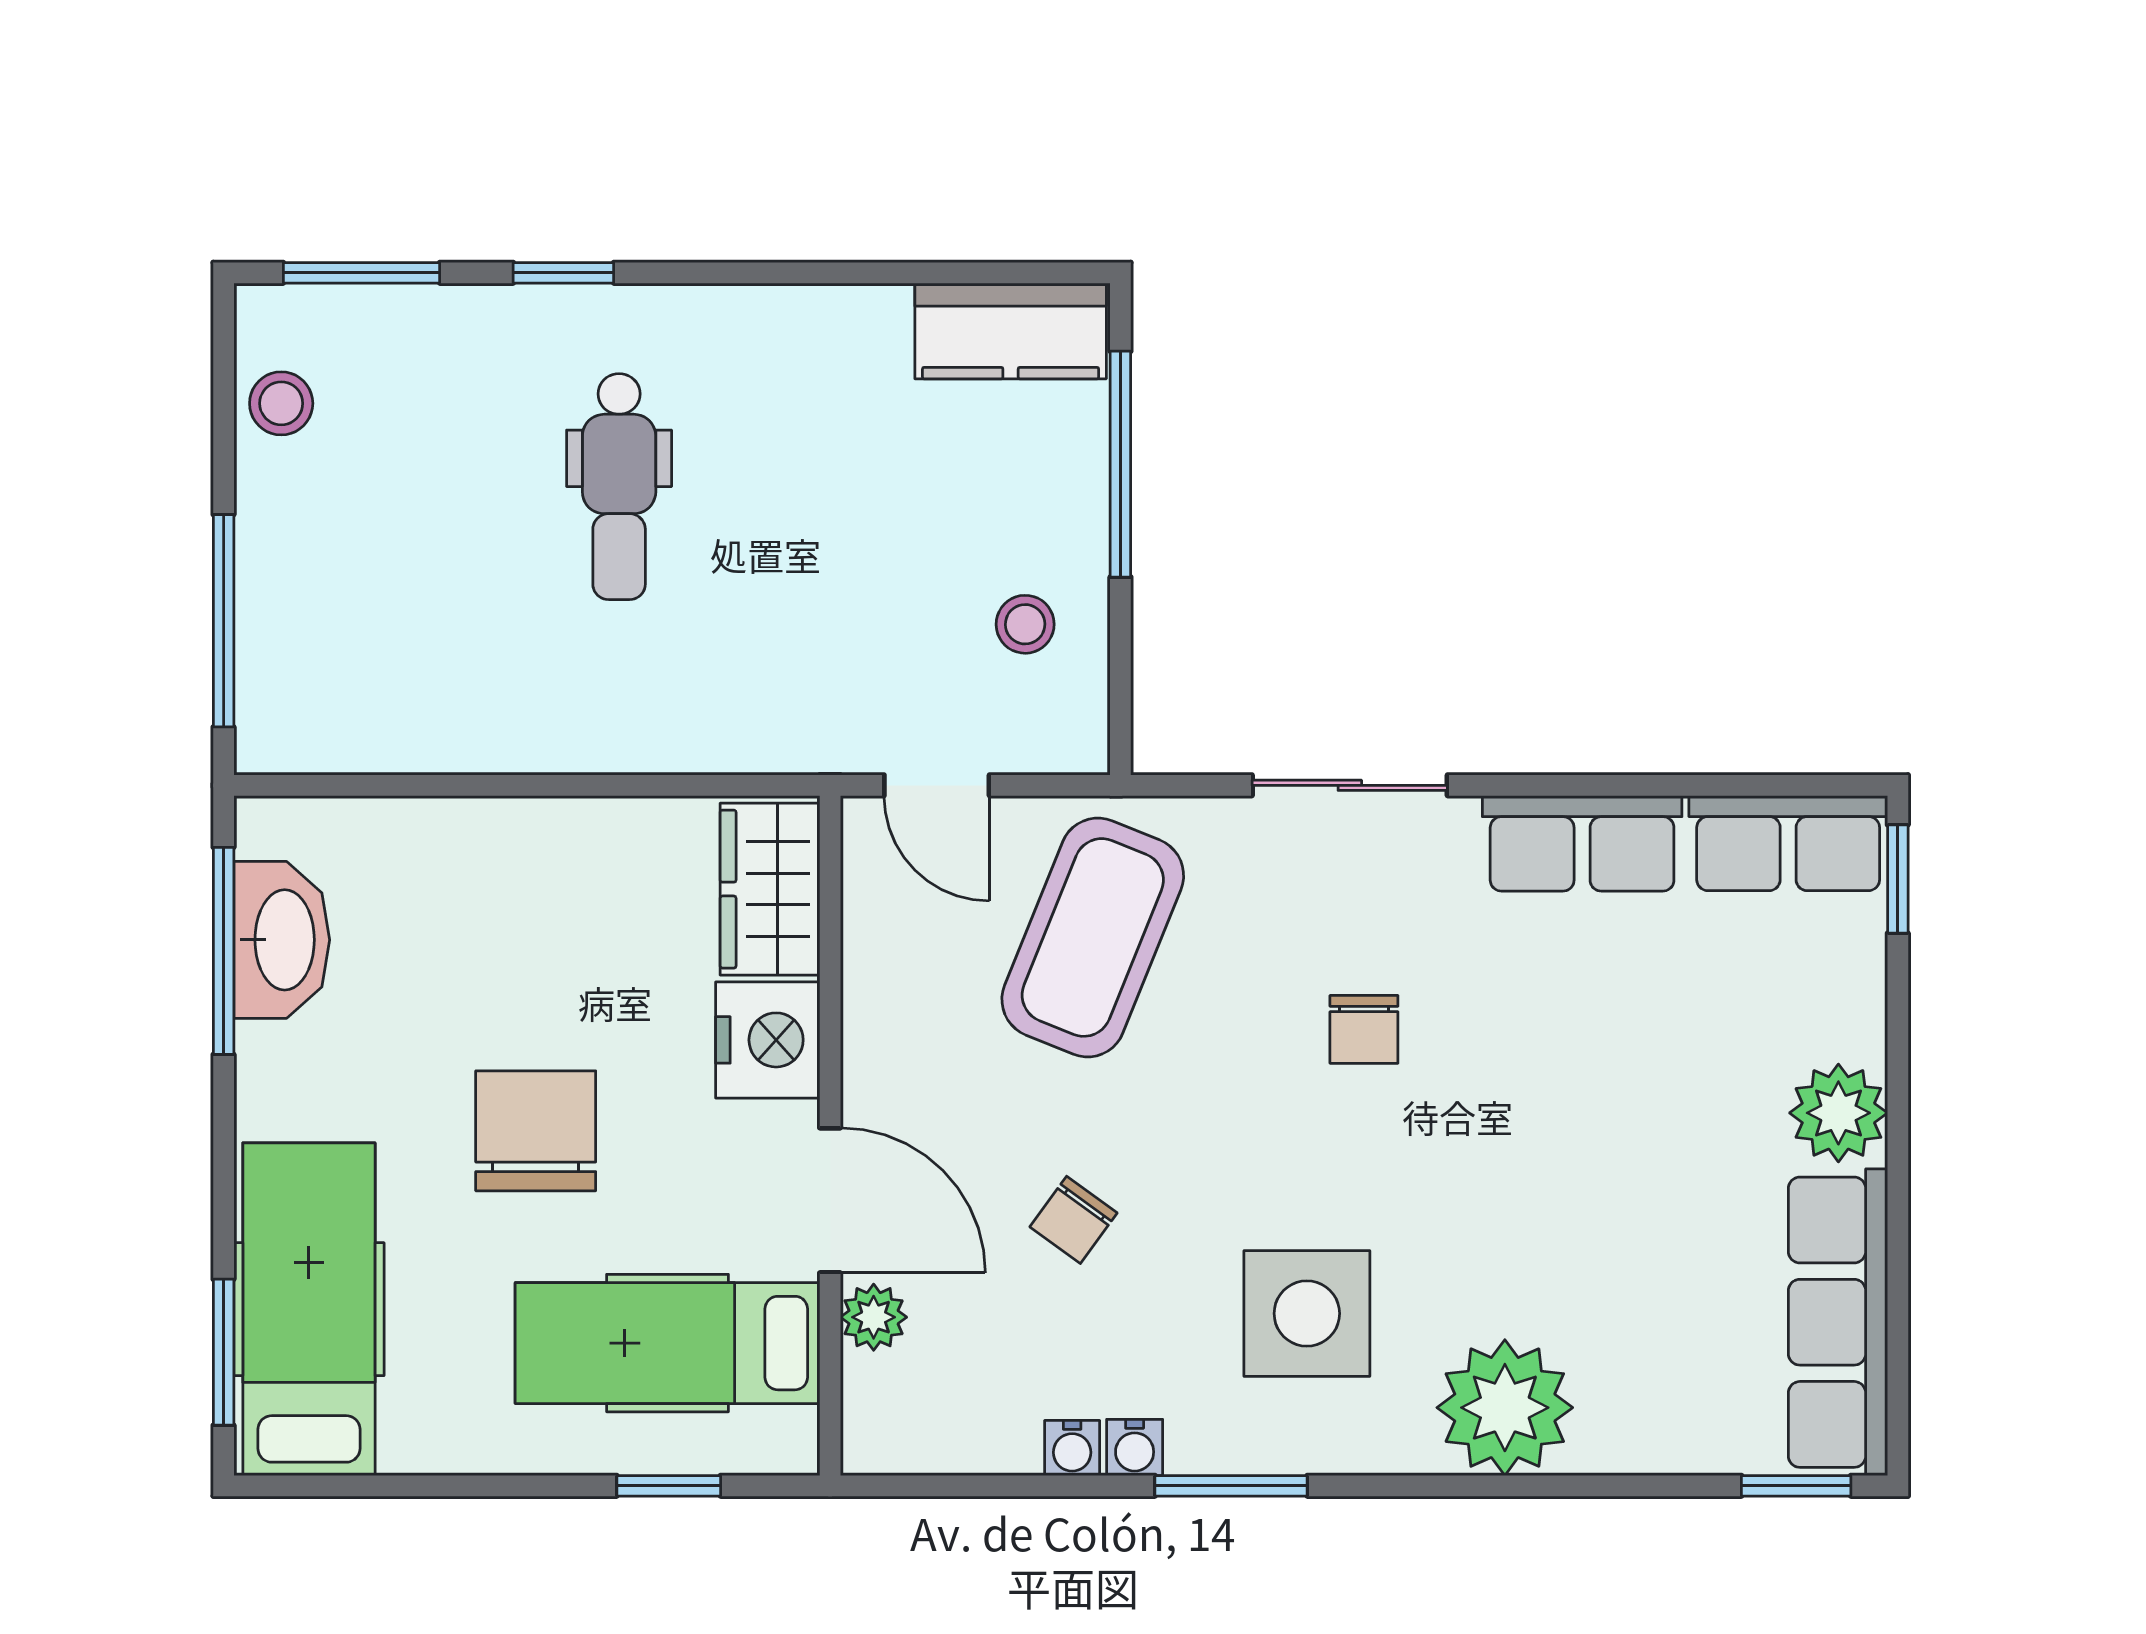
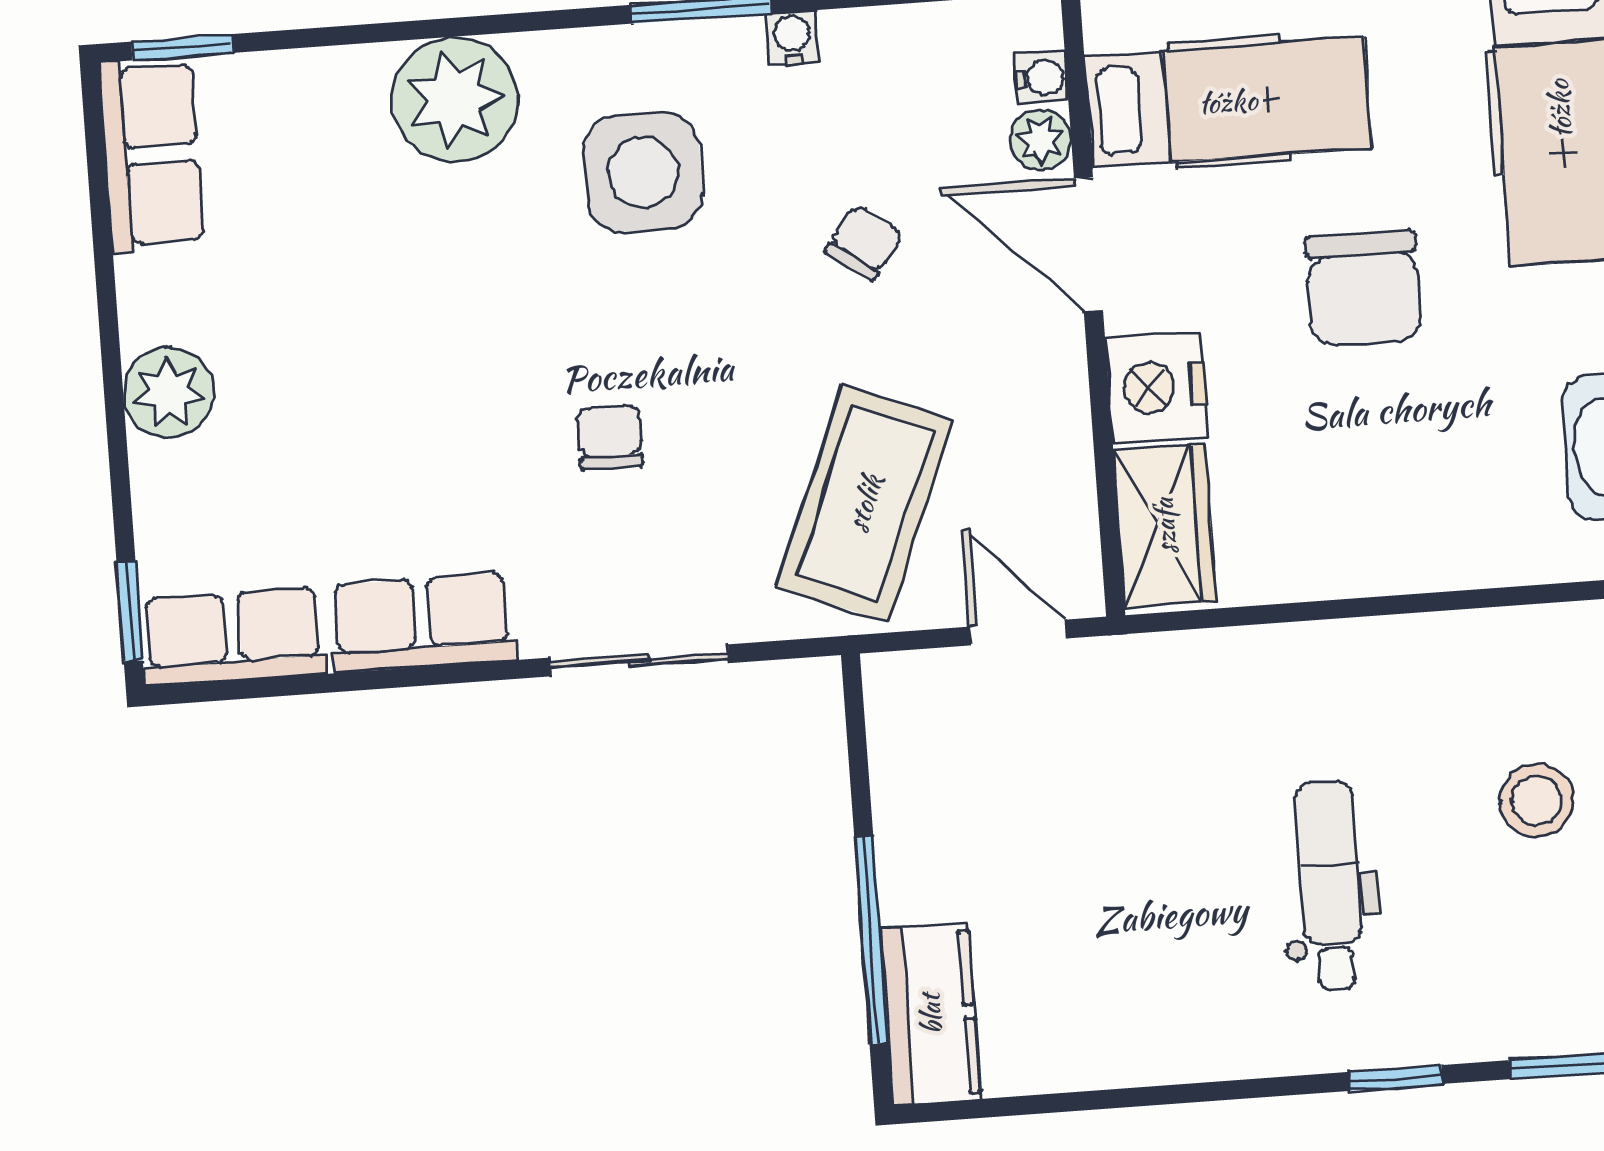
kitchen counter: (1011, 331) -> (931, 1014), moved, turned 90
stool: (1025, 624) -> (1536, 801), moved, width x1.37, depth x1.37
row of seats: (1838, 1322) -> (151, 155), width x0.68
water cooler: (1072, 1448) -> (1041, 77), moved, turned 90

